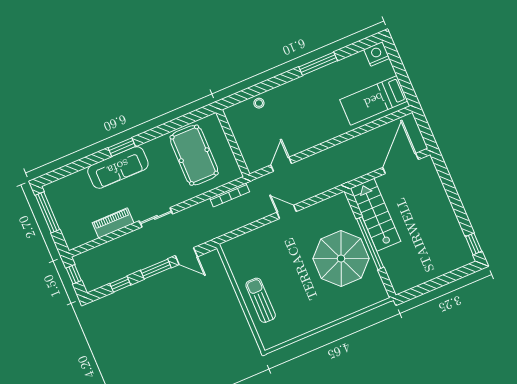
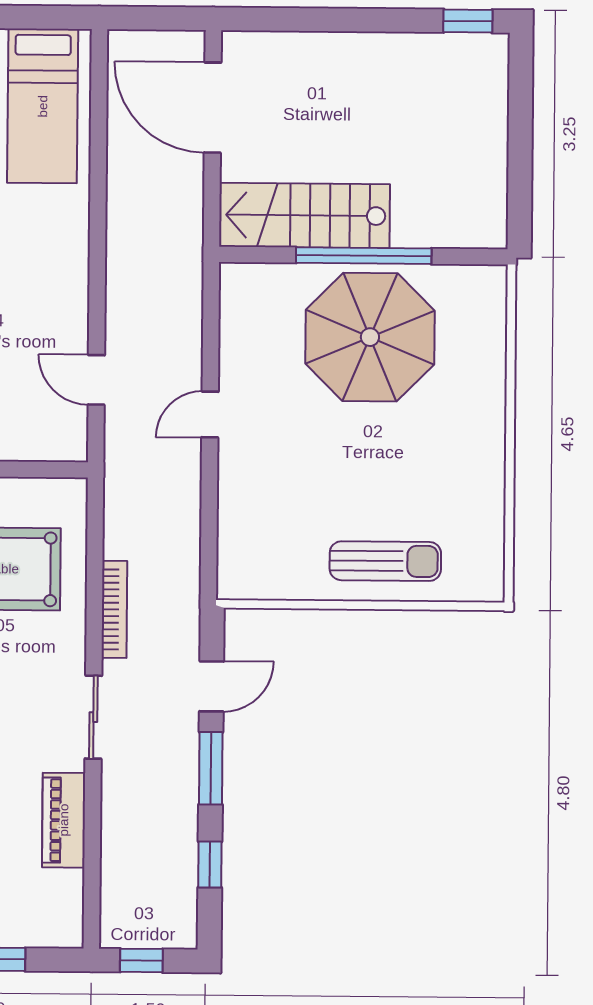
bookcase: (230, 195) -> (114, 609), moved
sun lounger: (261, 300) -> (385, 561), turned 180

